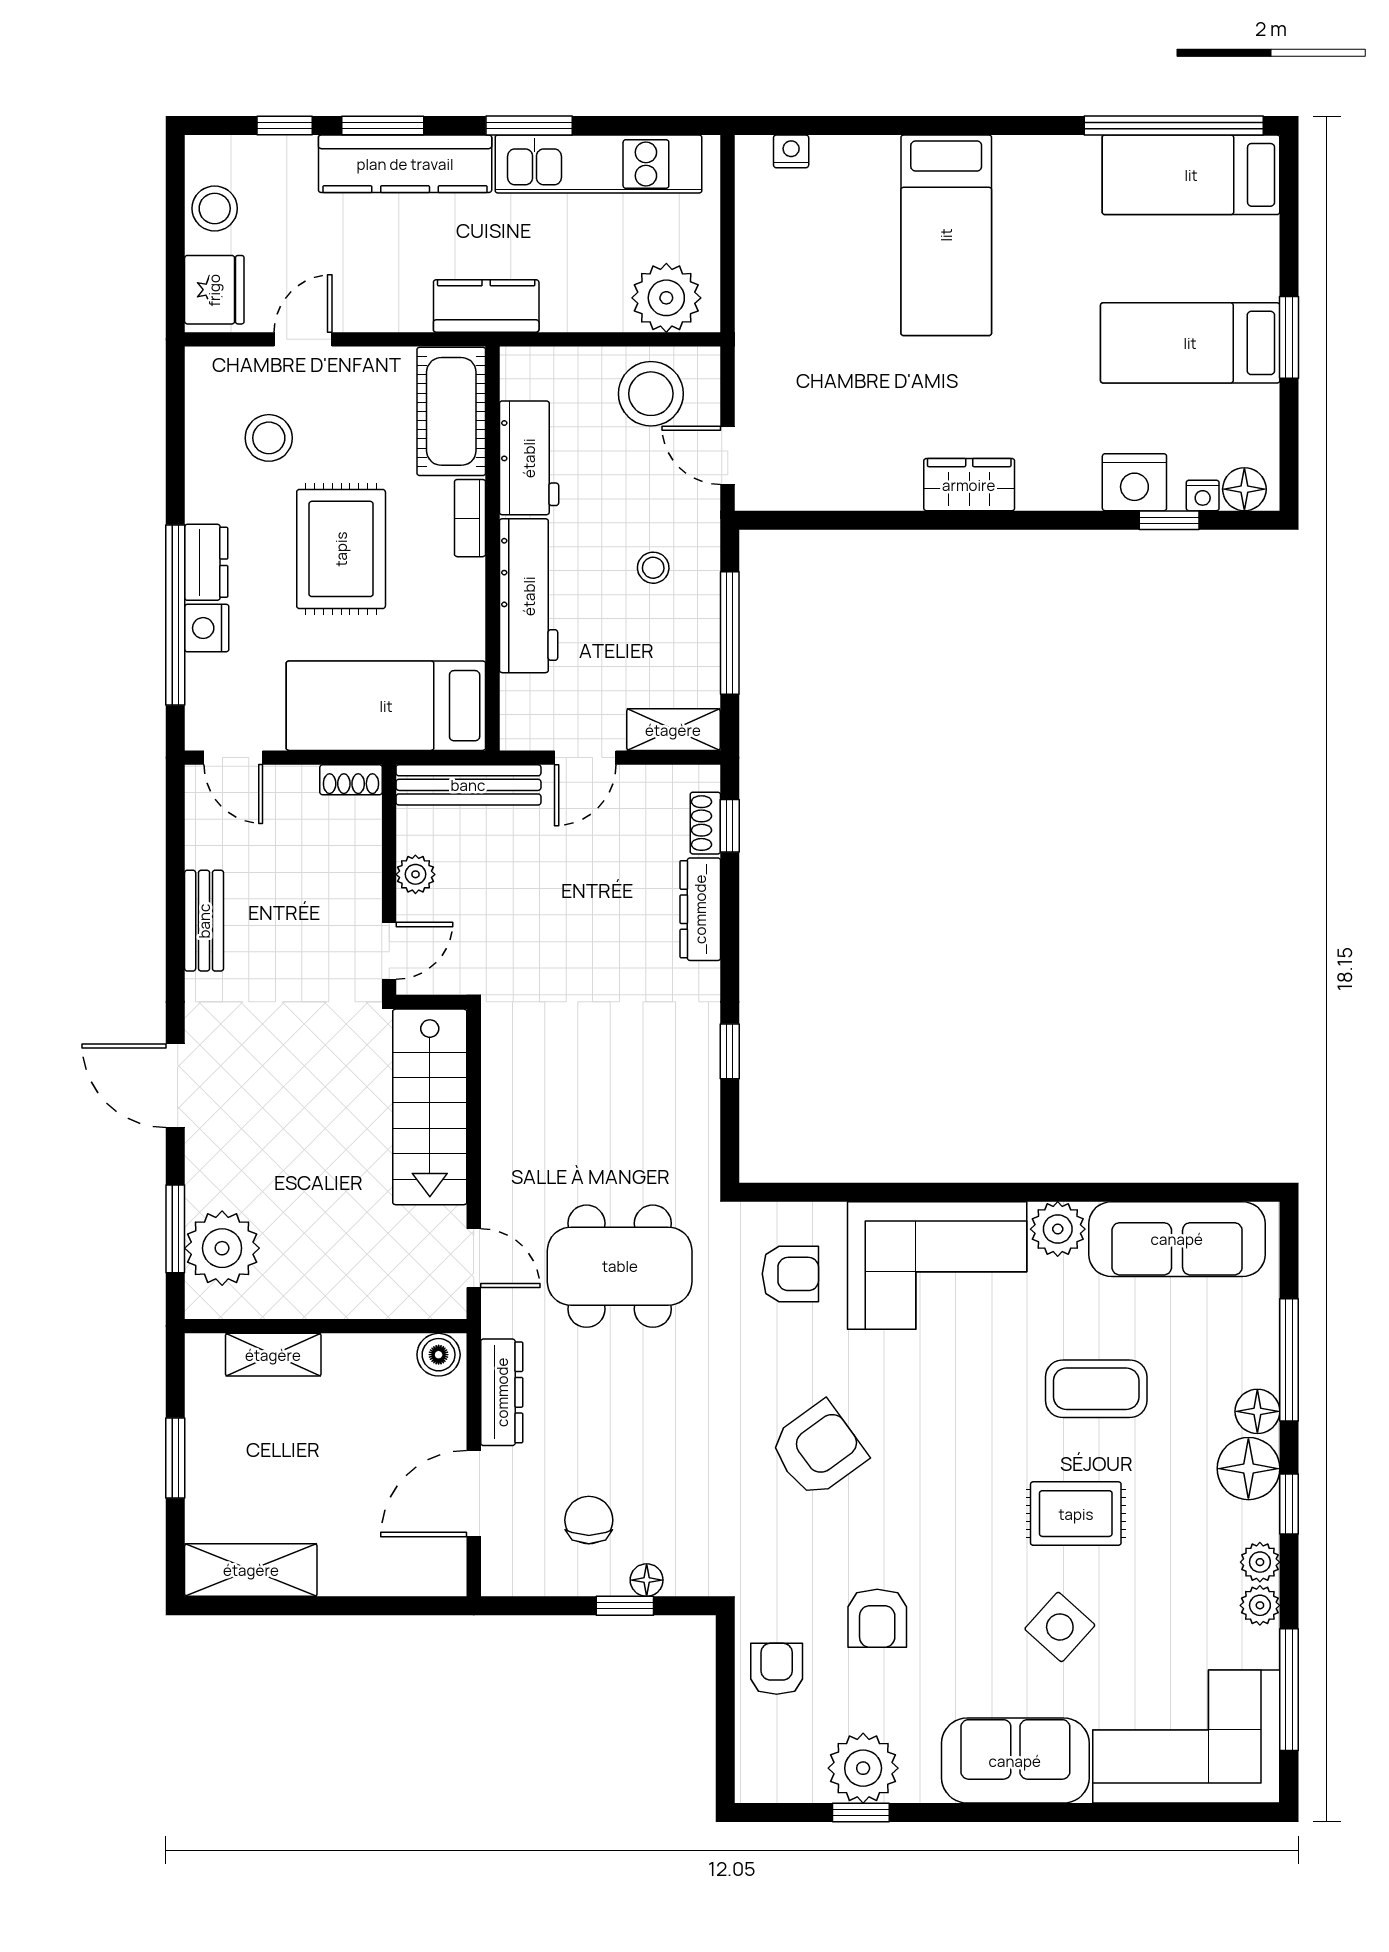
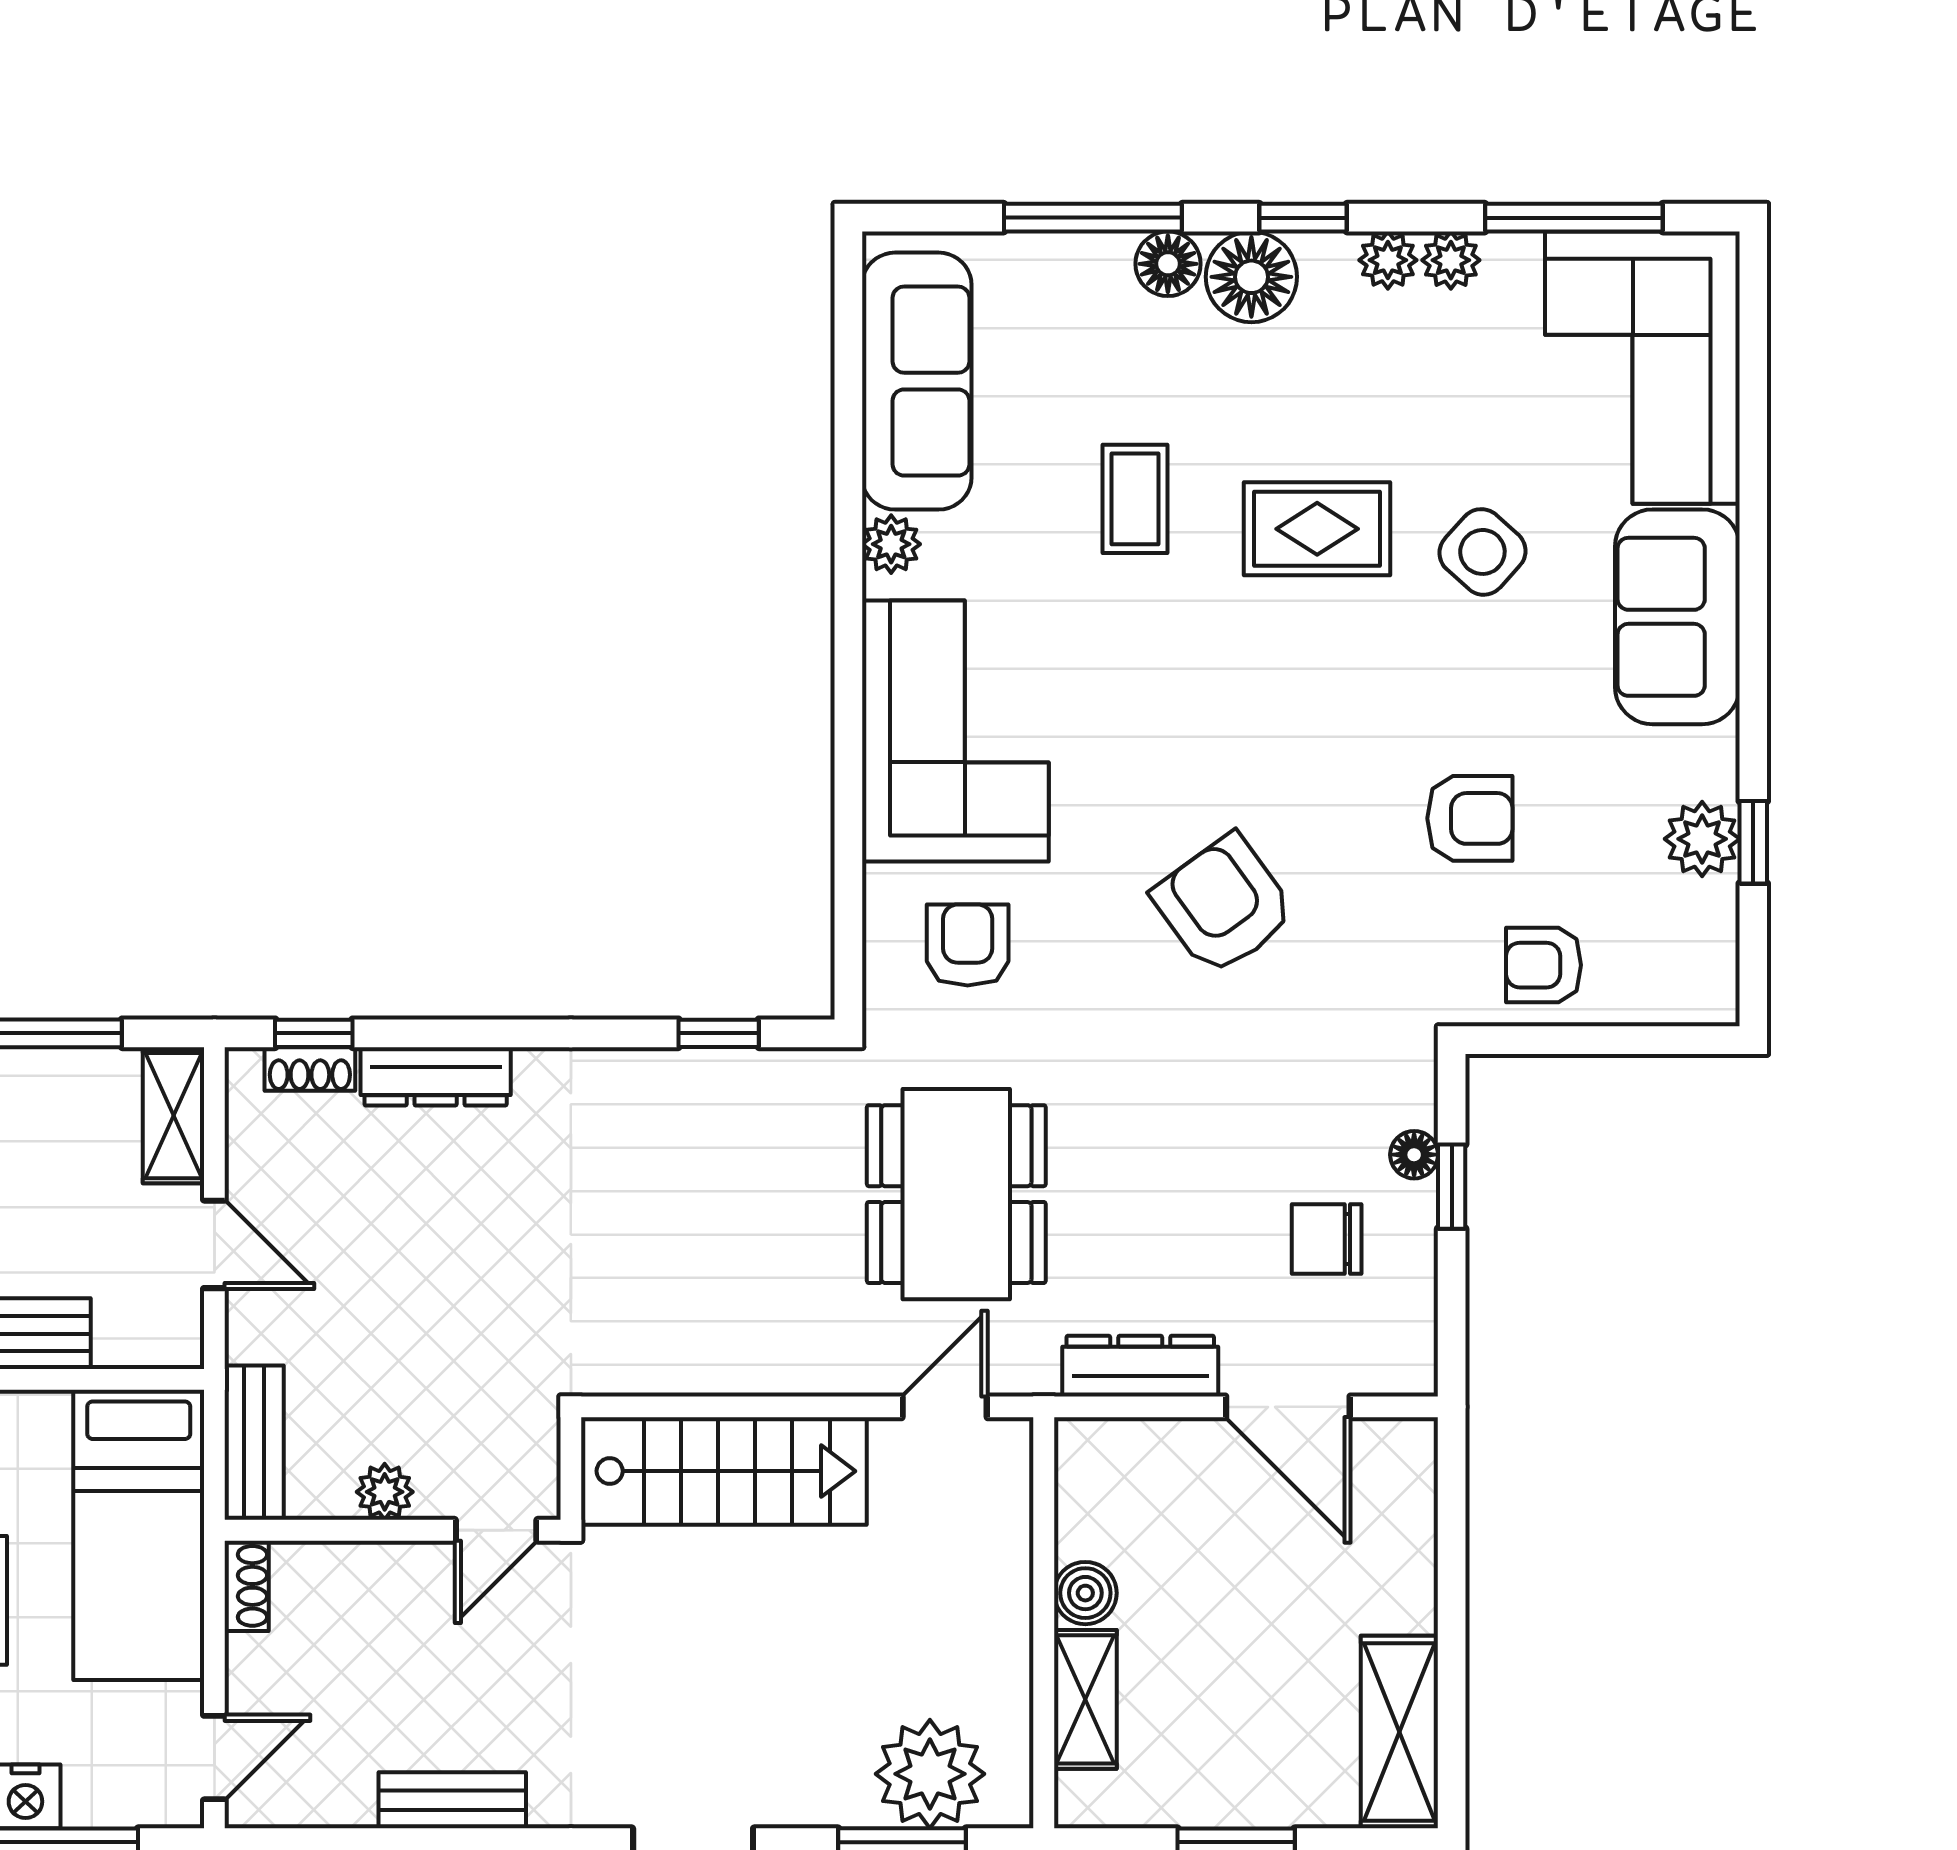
bench: (468, 785) -> (254, 1443), width x0.73
door: (389, 951) -> (496, 1530), swing flipped
window: (730, 1051) -> (719, 1033), moved
plant: (1058, 1229) -> (891, 544), width x0.73, depth x0.73
boiler: (439, 1355) -> (1085, 1593), moved
coffee table: (1096, 1389) -> (1135, 499), width x0.73, depth x0.77
rug: (1076, 1514) -> (1317, 529), turned 90
plant: (863, 1768) -> (1702, 839), width x0.73, depth x0.73

